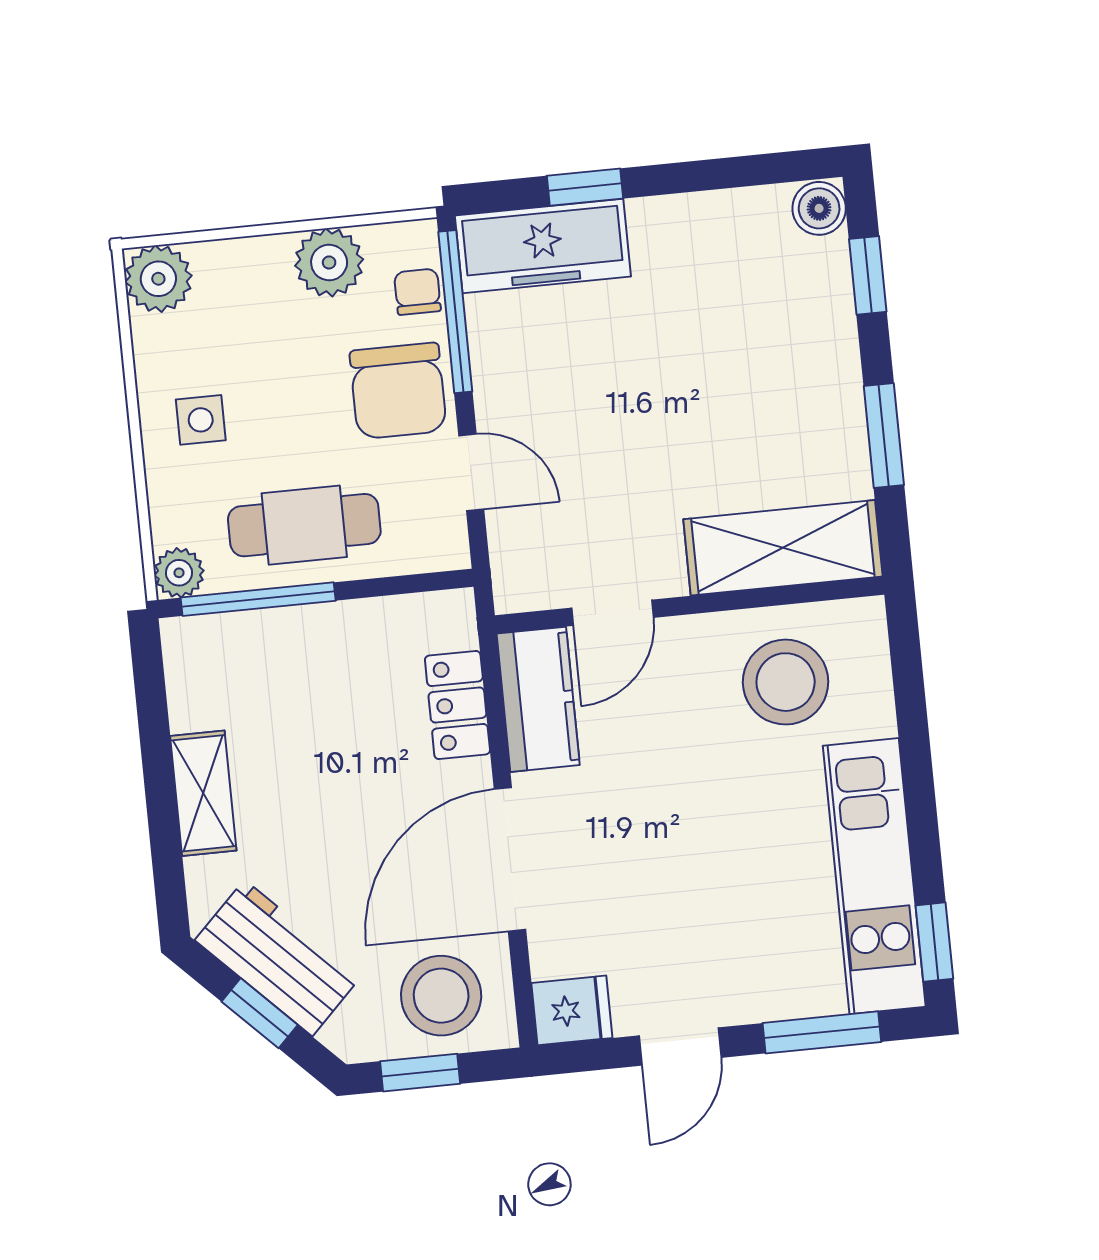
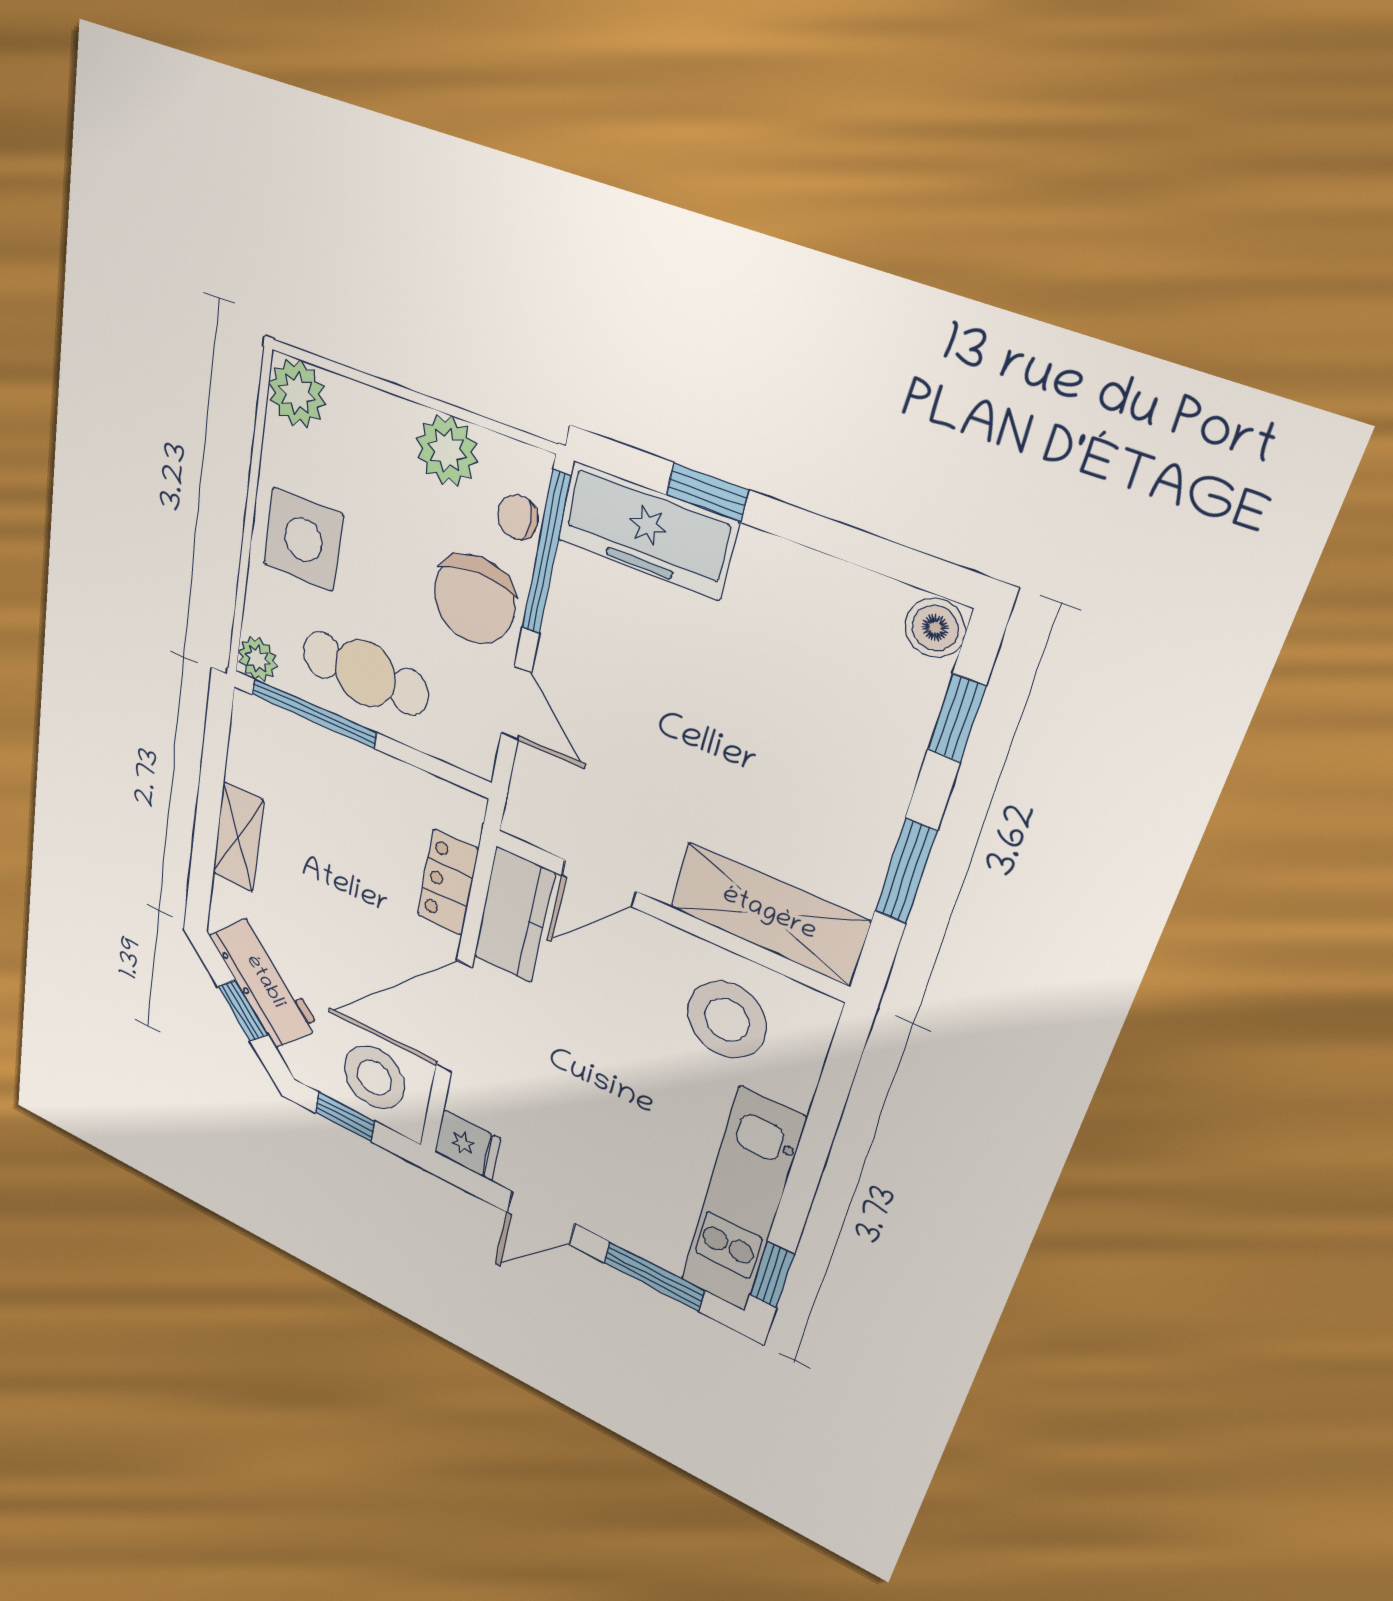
chair: (417, 292) -> (518, 517), turned -90
side table: (201, 420) -> (303, 539), width x1.87, depth x1.87

